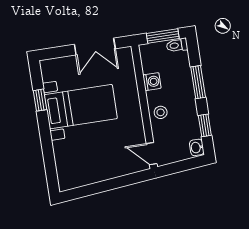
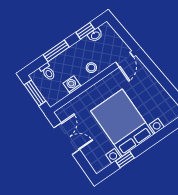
toilet: (177, 45) -> (48, 72), moved
bed with nightstands: (81, 107) -> (122, 123), width x1.36
washbasin: (197, 147) -> (95, 35), moved

